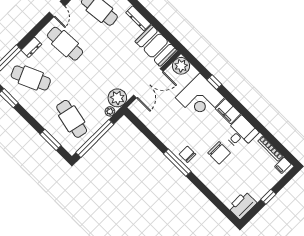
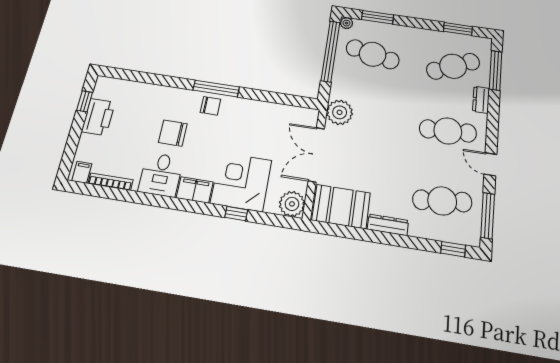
plant: (110, 111) -> (346, 23), moved
window: (268, 197) -> (85, 101), moved
printer: (242, 205) -> (98, 117), moved

